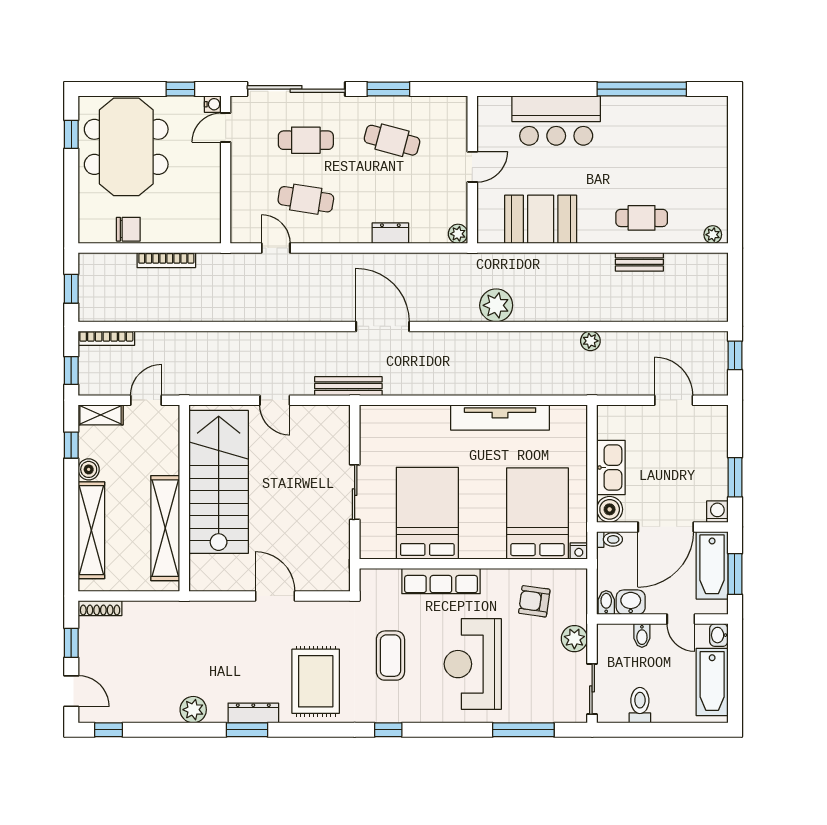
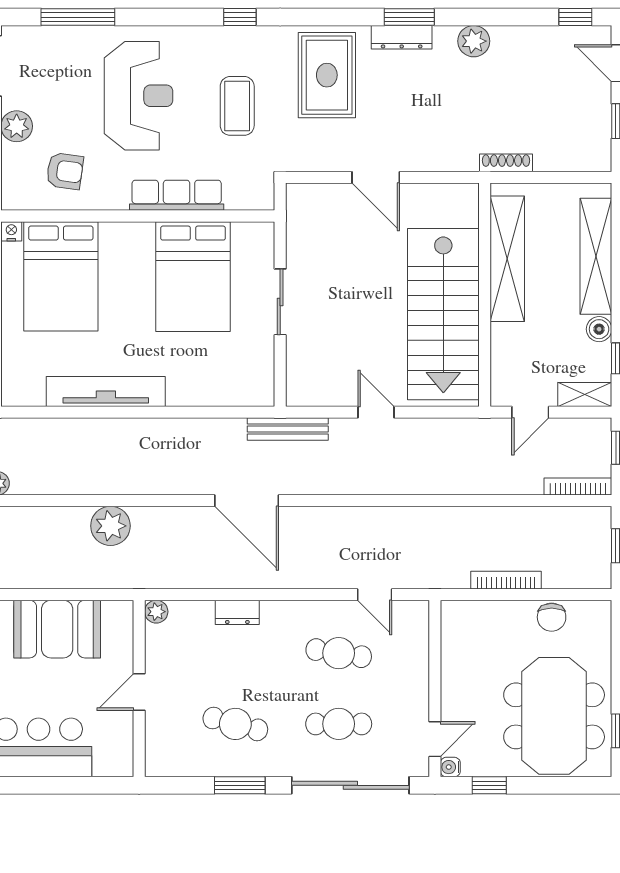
chair: (128, 229) -> (552, 617), turned -90
shoe rack: (100, 608) -> (506, 163), moved

